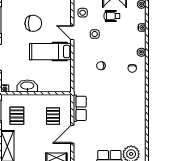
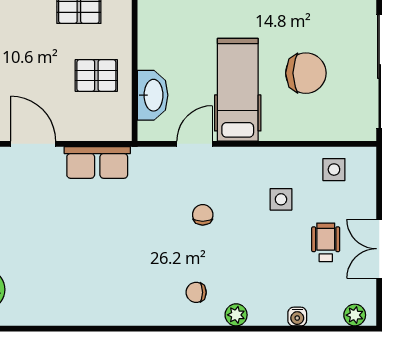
chair: (33, 23) -> (306, 73), moved, turned -90
door: (72, 33) -> (195, 144), moved
washbasin: (27, 86) -> (153, 95), moved
pallet: (53, 116) -> (96, 76), moved

